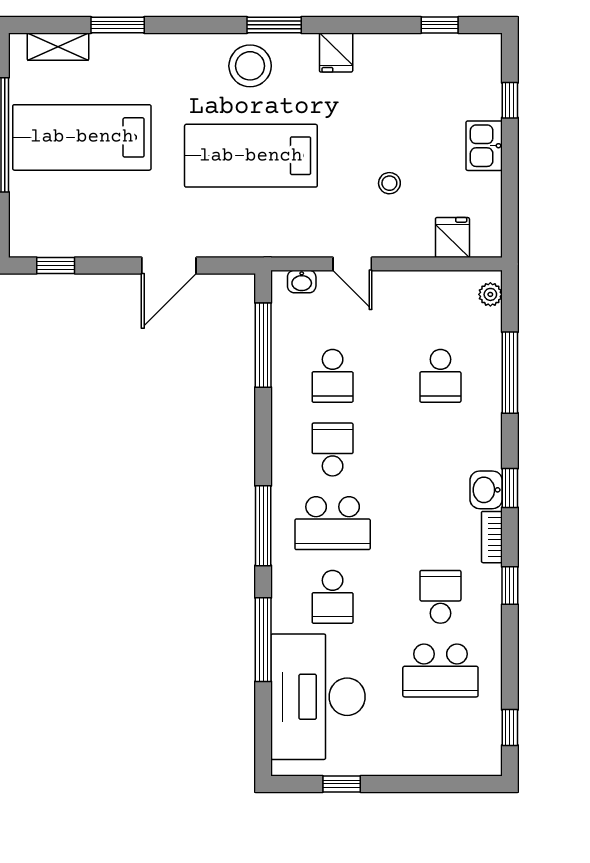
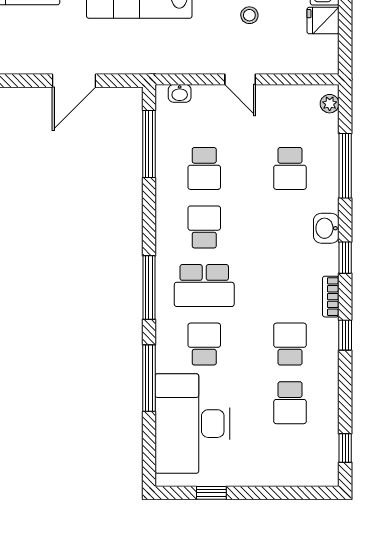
fridge: (452, 238) -> (323, 21), moved, turned -90
door: (352, 264) -> (240, 79), moved
washbasin: (486, 490) -> (326, 228), moved
school desk: (333, 597) -> (204, 344), turned 180
school desk: (440, 670) -> (290, 403), width x0.54

